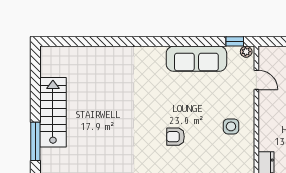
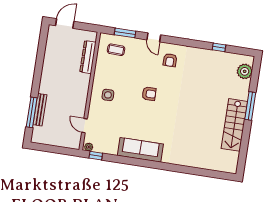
sofa: (196, 59) -> (140, 150), moved

